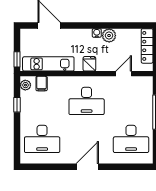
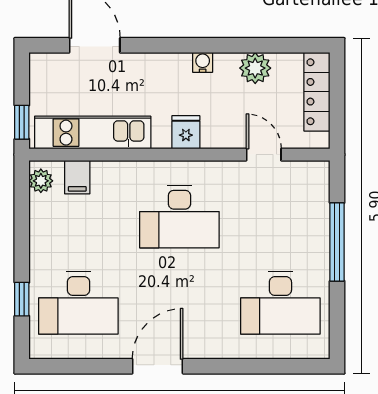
plant: (109, 36) -> (255, 68), moved
door: (124, 74) -> (264, 155), hinge flipped
window: (17, 105) -> (22, 299), moved
door: (87, 167) -> (158, 366), moved

